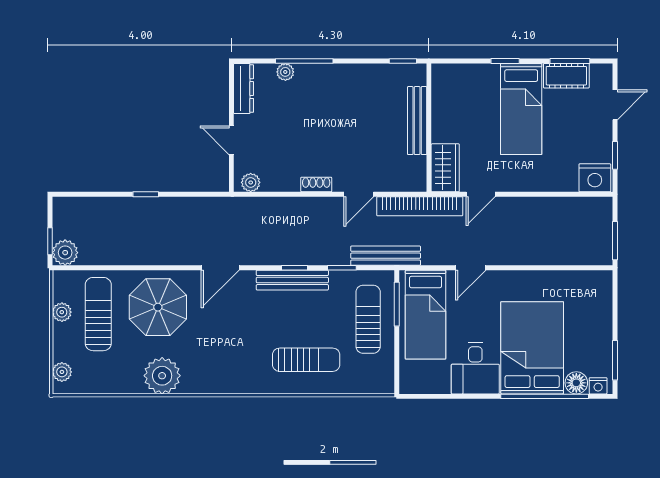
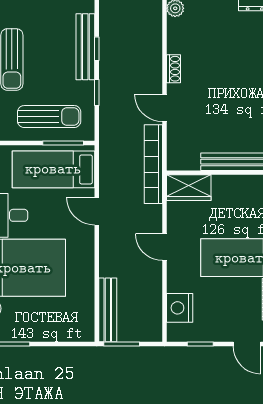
nightstand: (595, 178) -> (180, 308), moved
door: (481, 194) -> (164, 247), moved
bench: (386, 256) -> (108, 310), moved

